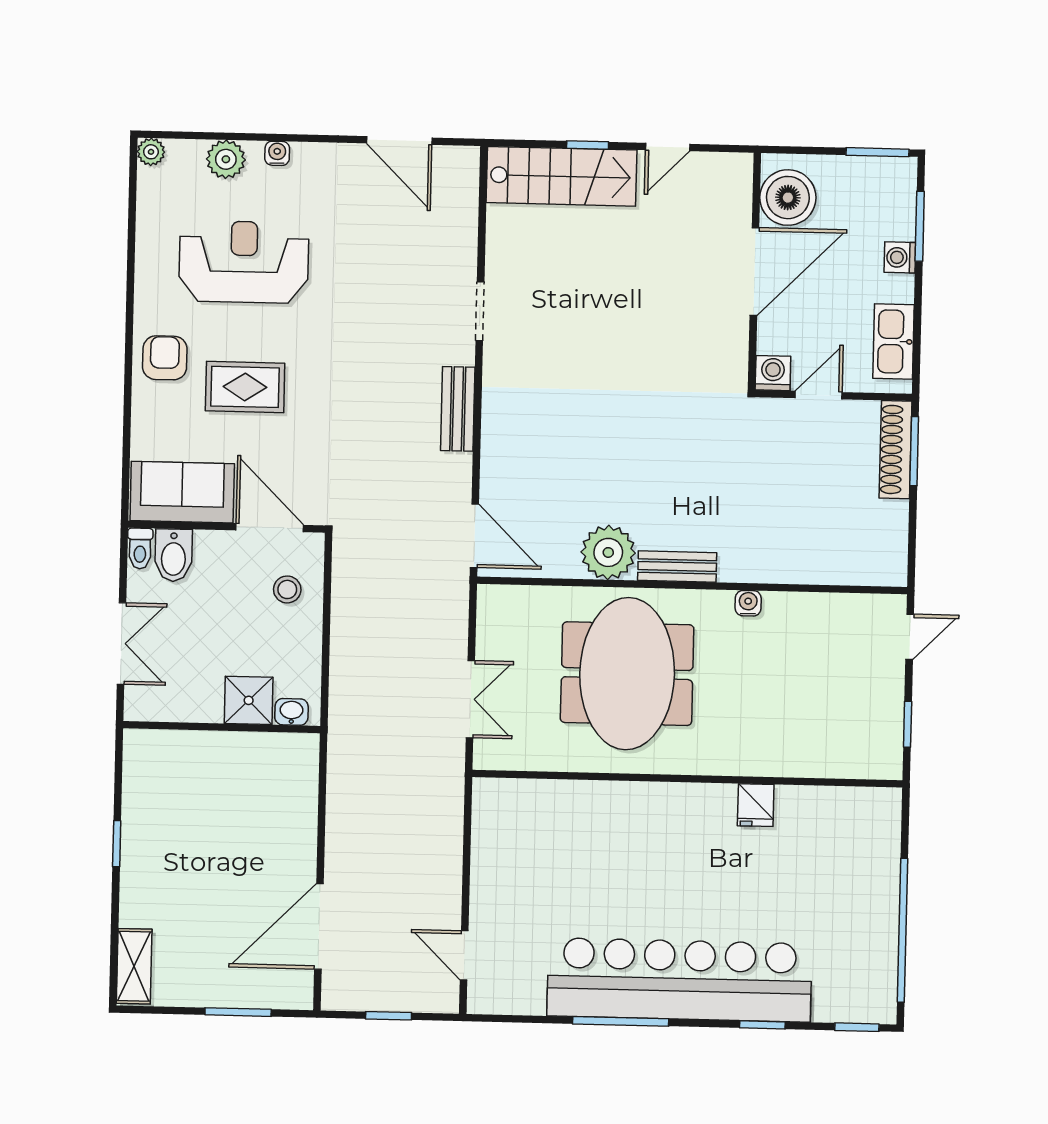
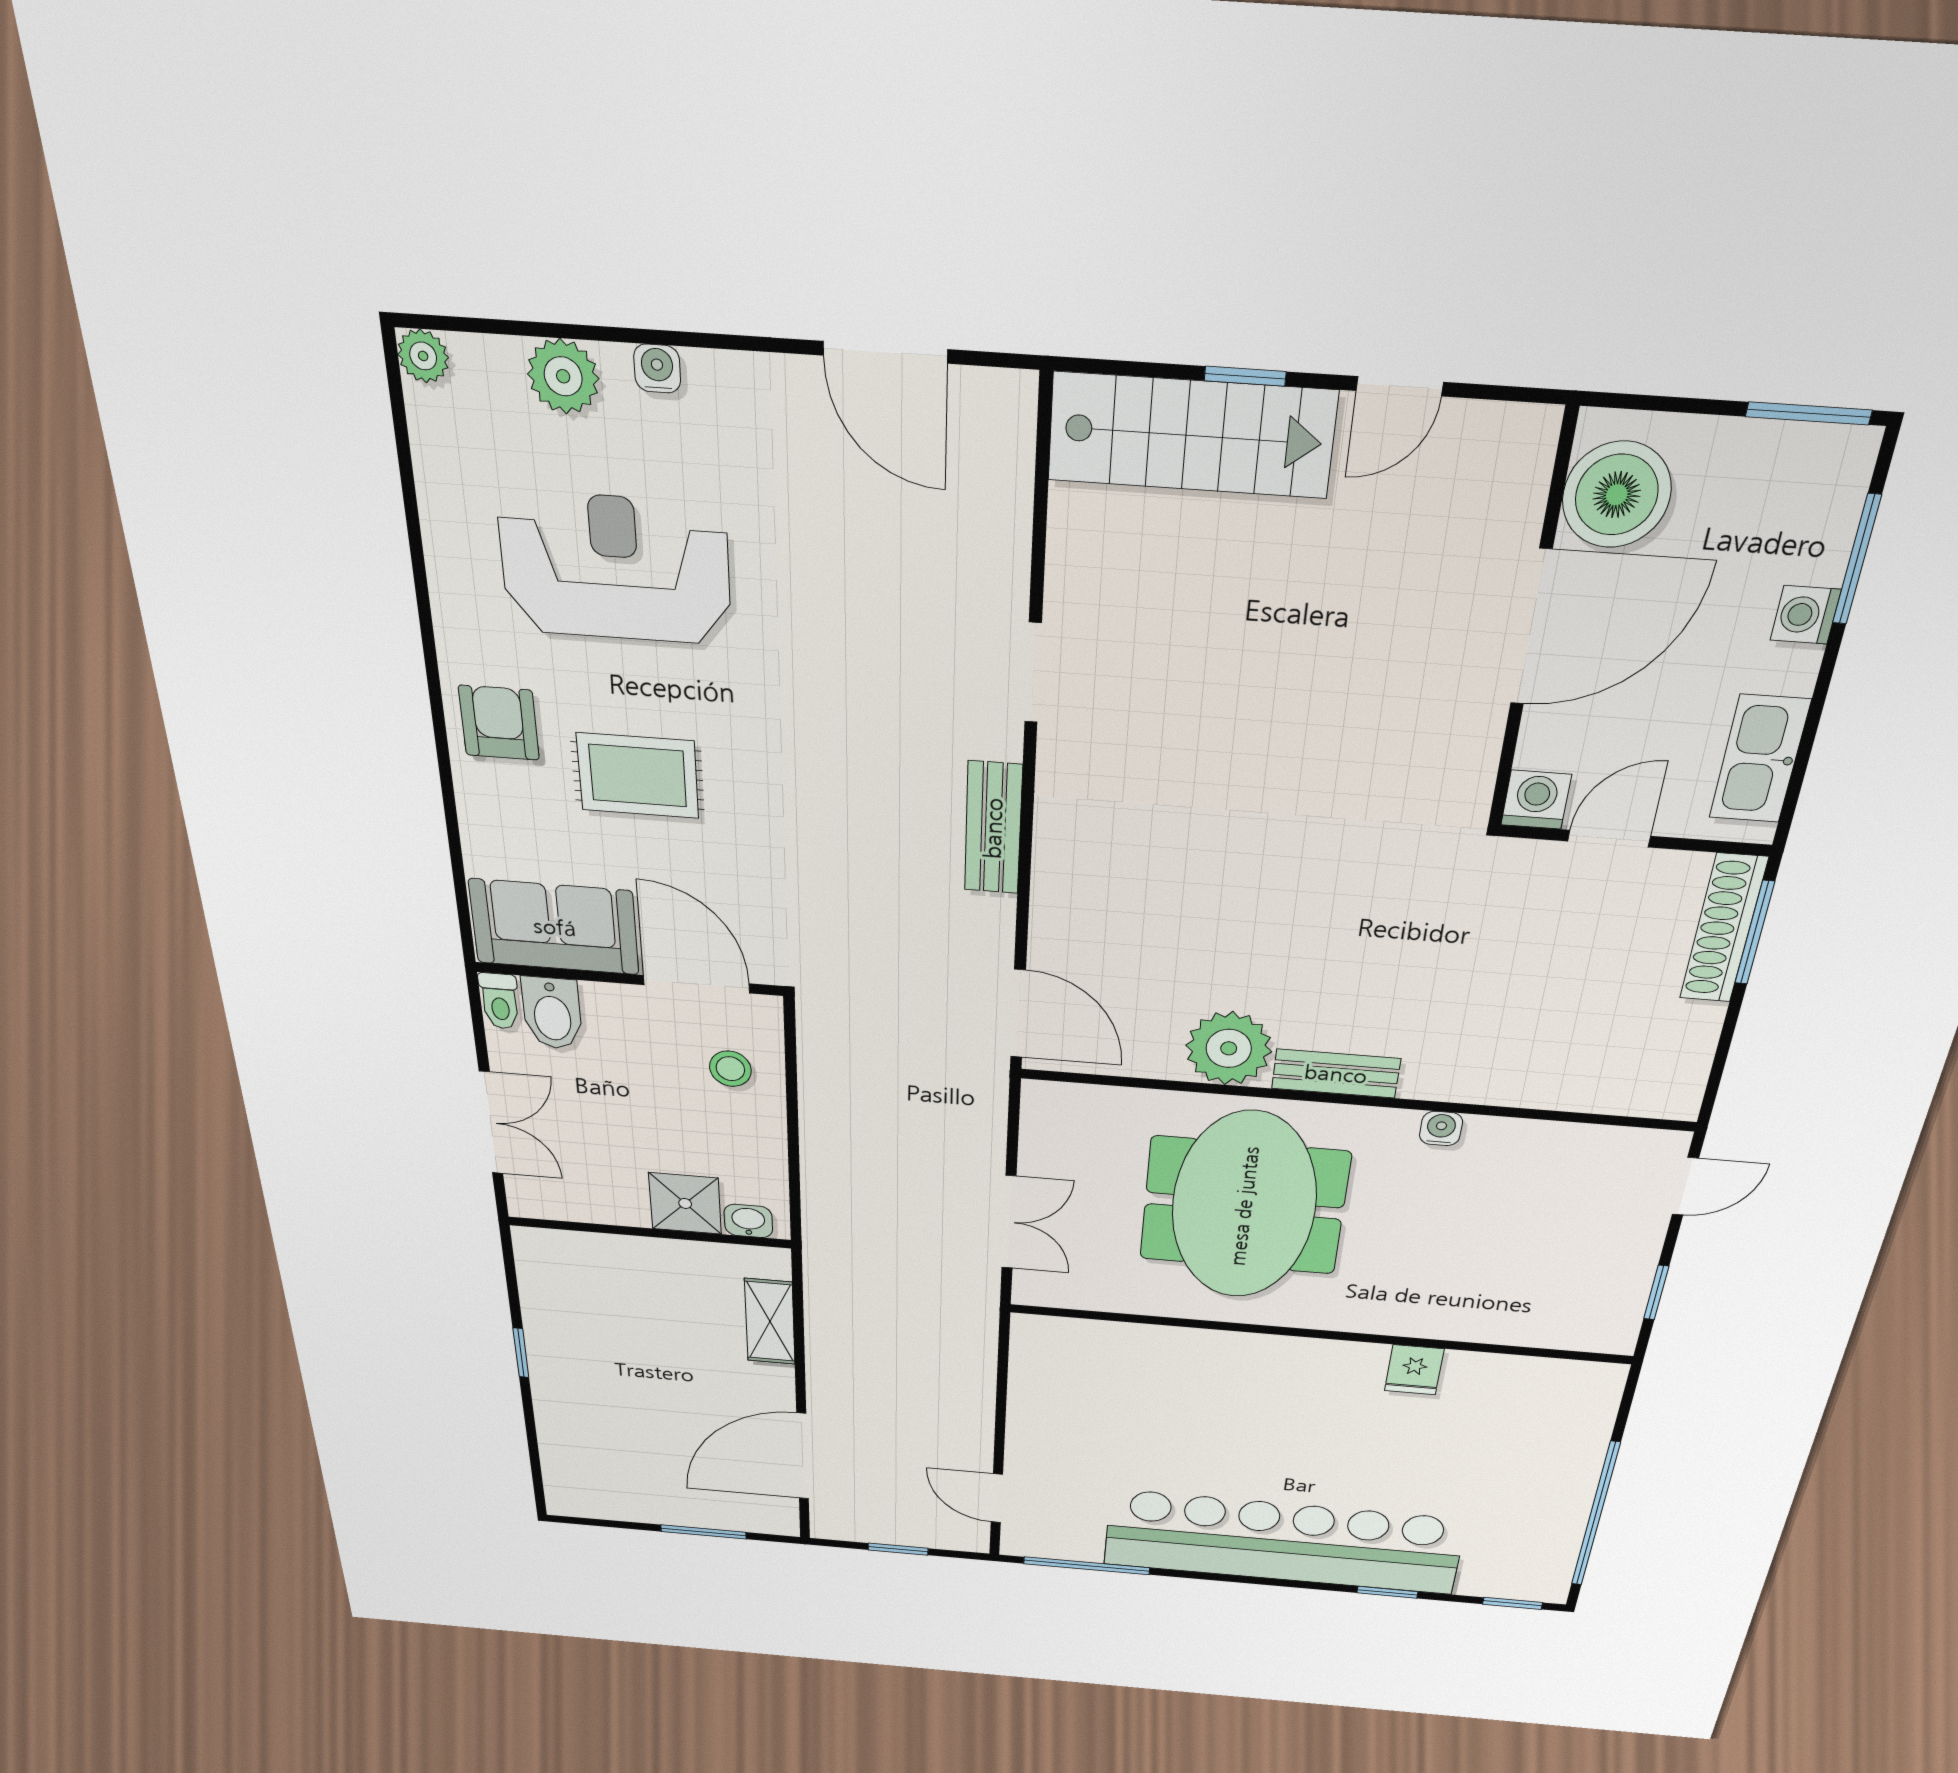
shelving: (134, 966) -> (770, 1322), moved
window: (621, 1021) -> (1087, 1566), moved

